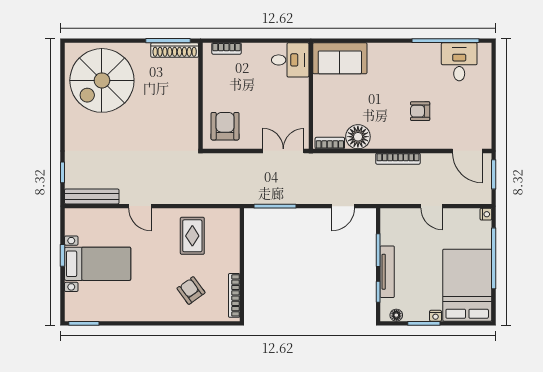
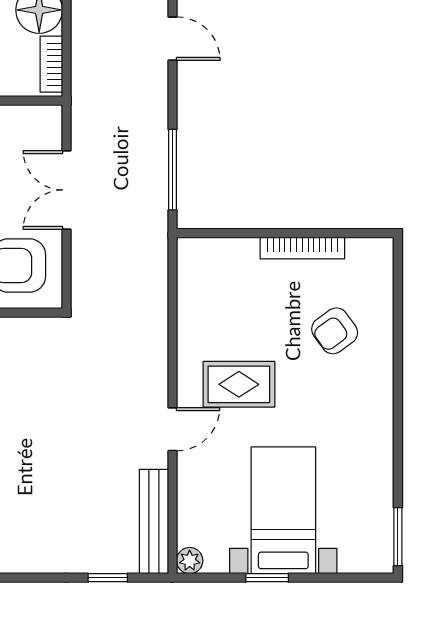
double door: (283, 151) -> (66, 190), moved
plant: (71, 215) -> (190, 561), added
rug: (192, 236) -> (239, 384), moved
bookcase: (234, 295) -> (302, 248), moved

